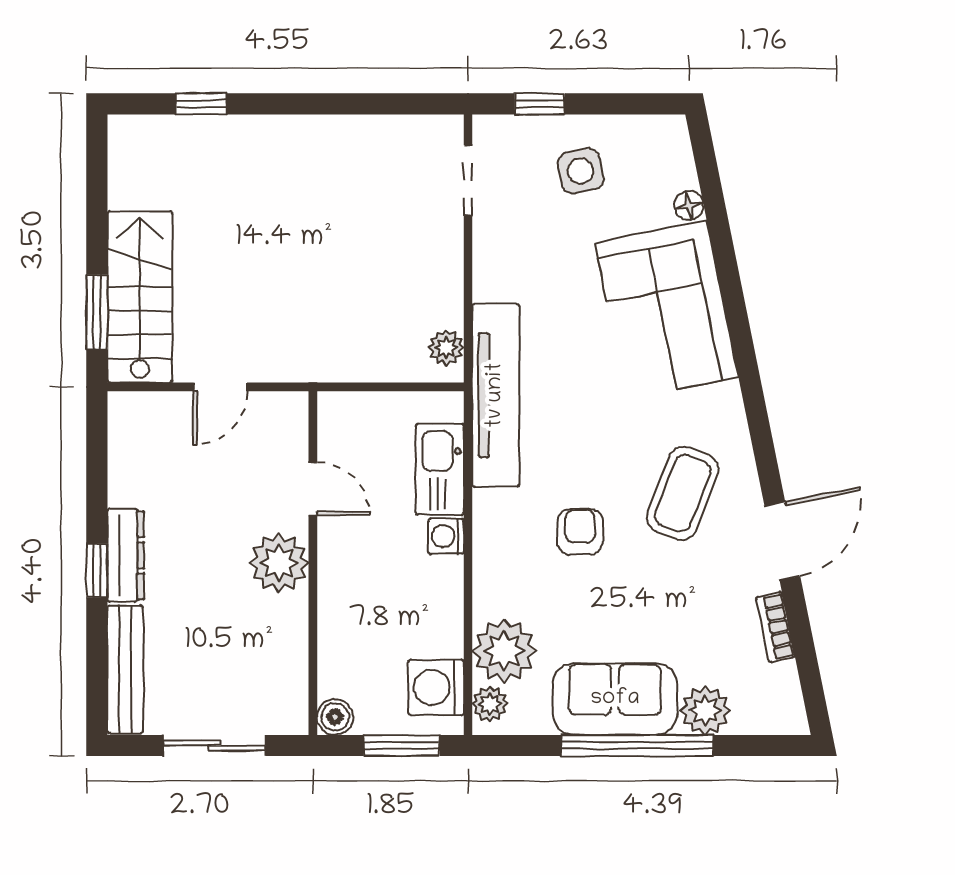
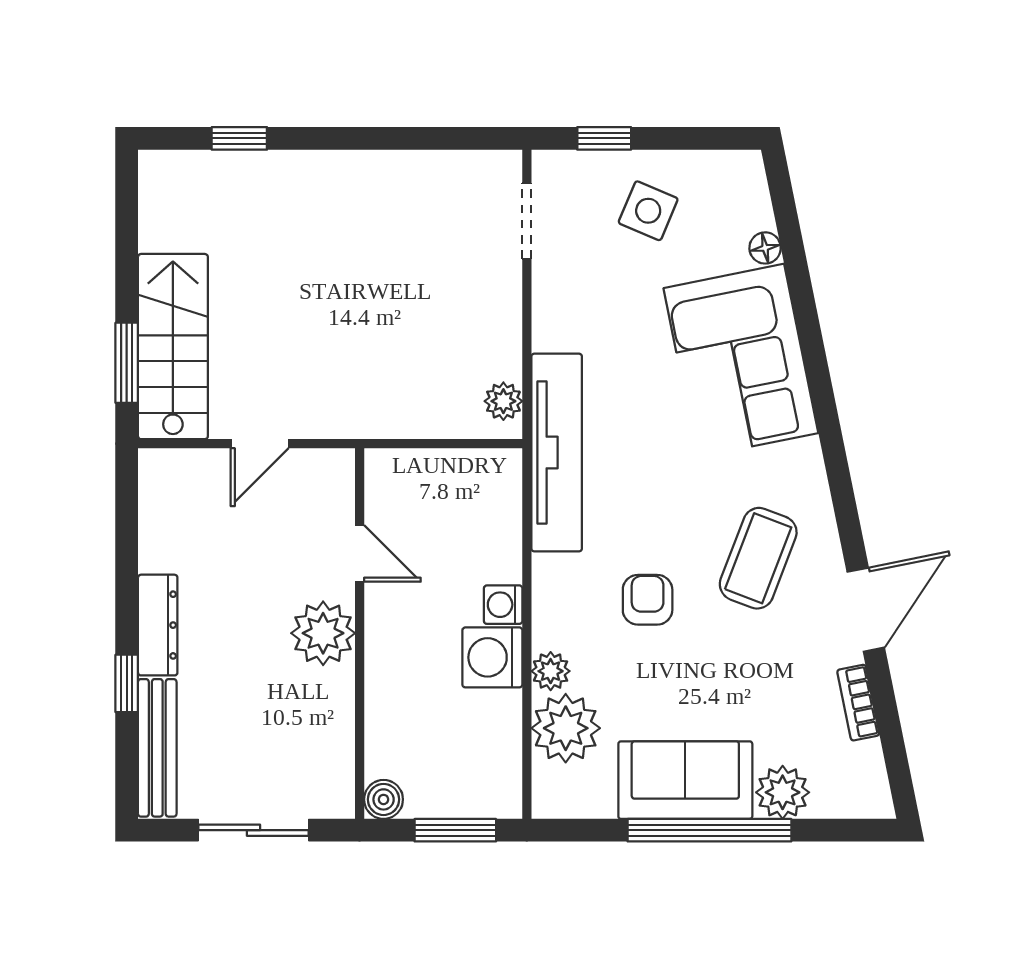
side table: (581, 171) -> (648, 211), turned 35
kitchen sink: (440, 469) -> (496, 533), removed
window: (97, 570) -> (127, 683), moved
washing machine: (436, 687) -> (492, 657), moved
plant: (490, 704) -> (551, 671), moved

